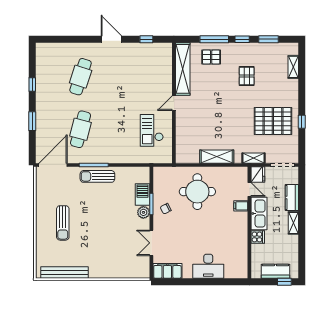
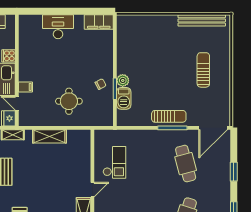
cafe table: (81, 129) -> (186, 164), turned -30
round table: (197, 192) -> (69, 101), width x0.73, depth x0.73
double door: (151, 243) -> (115, 50), removed

